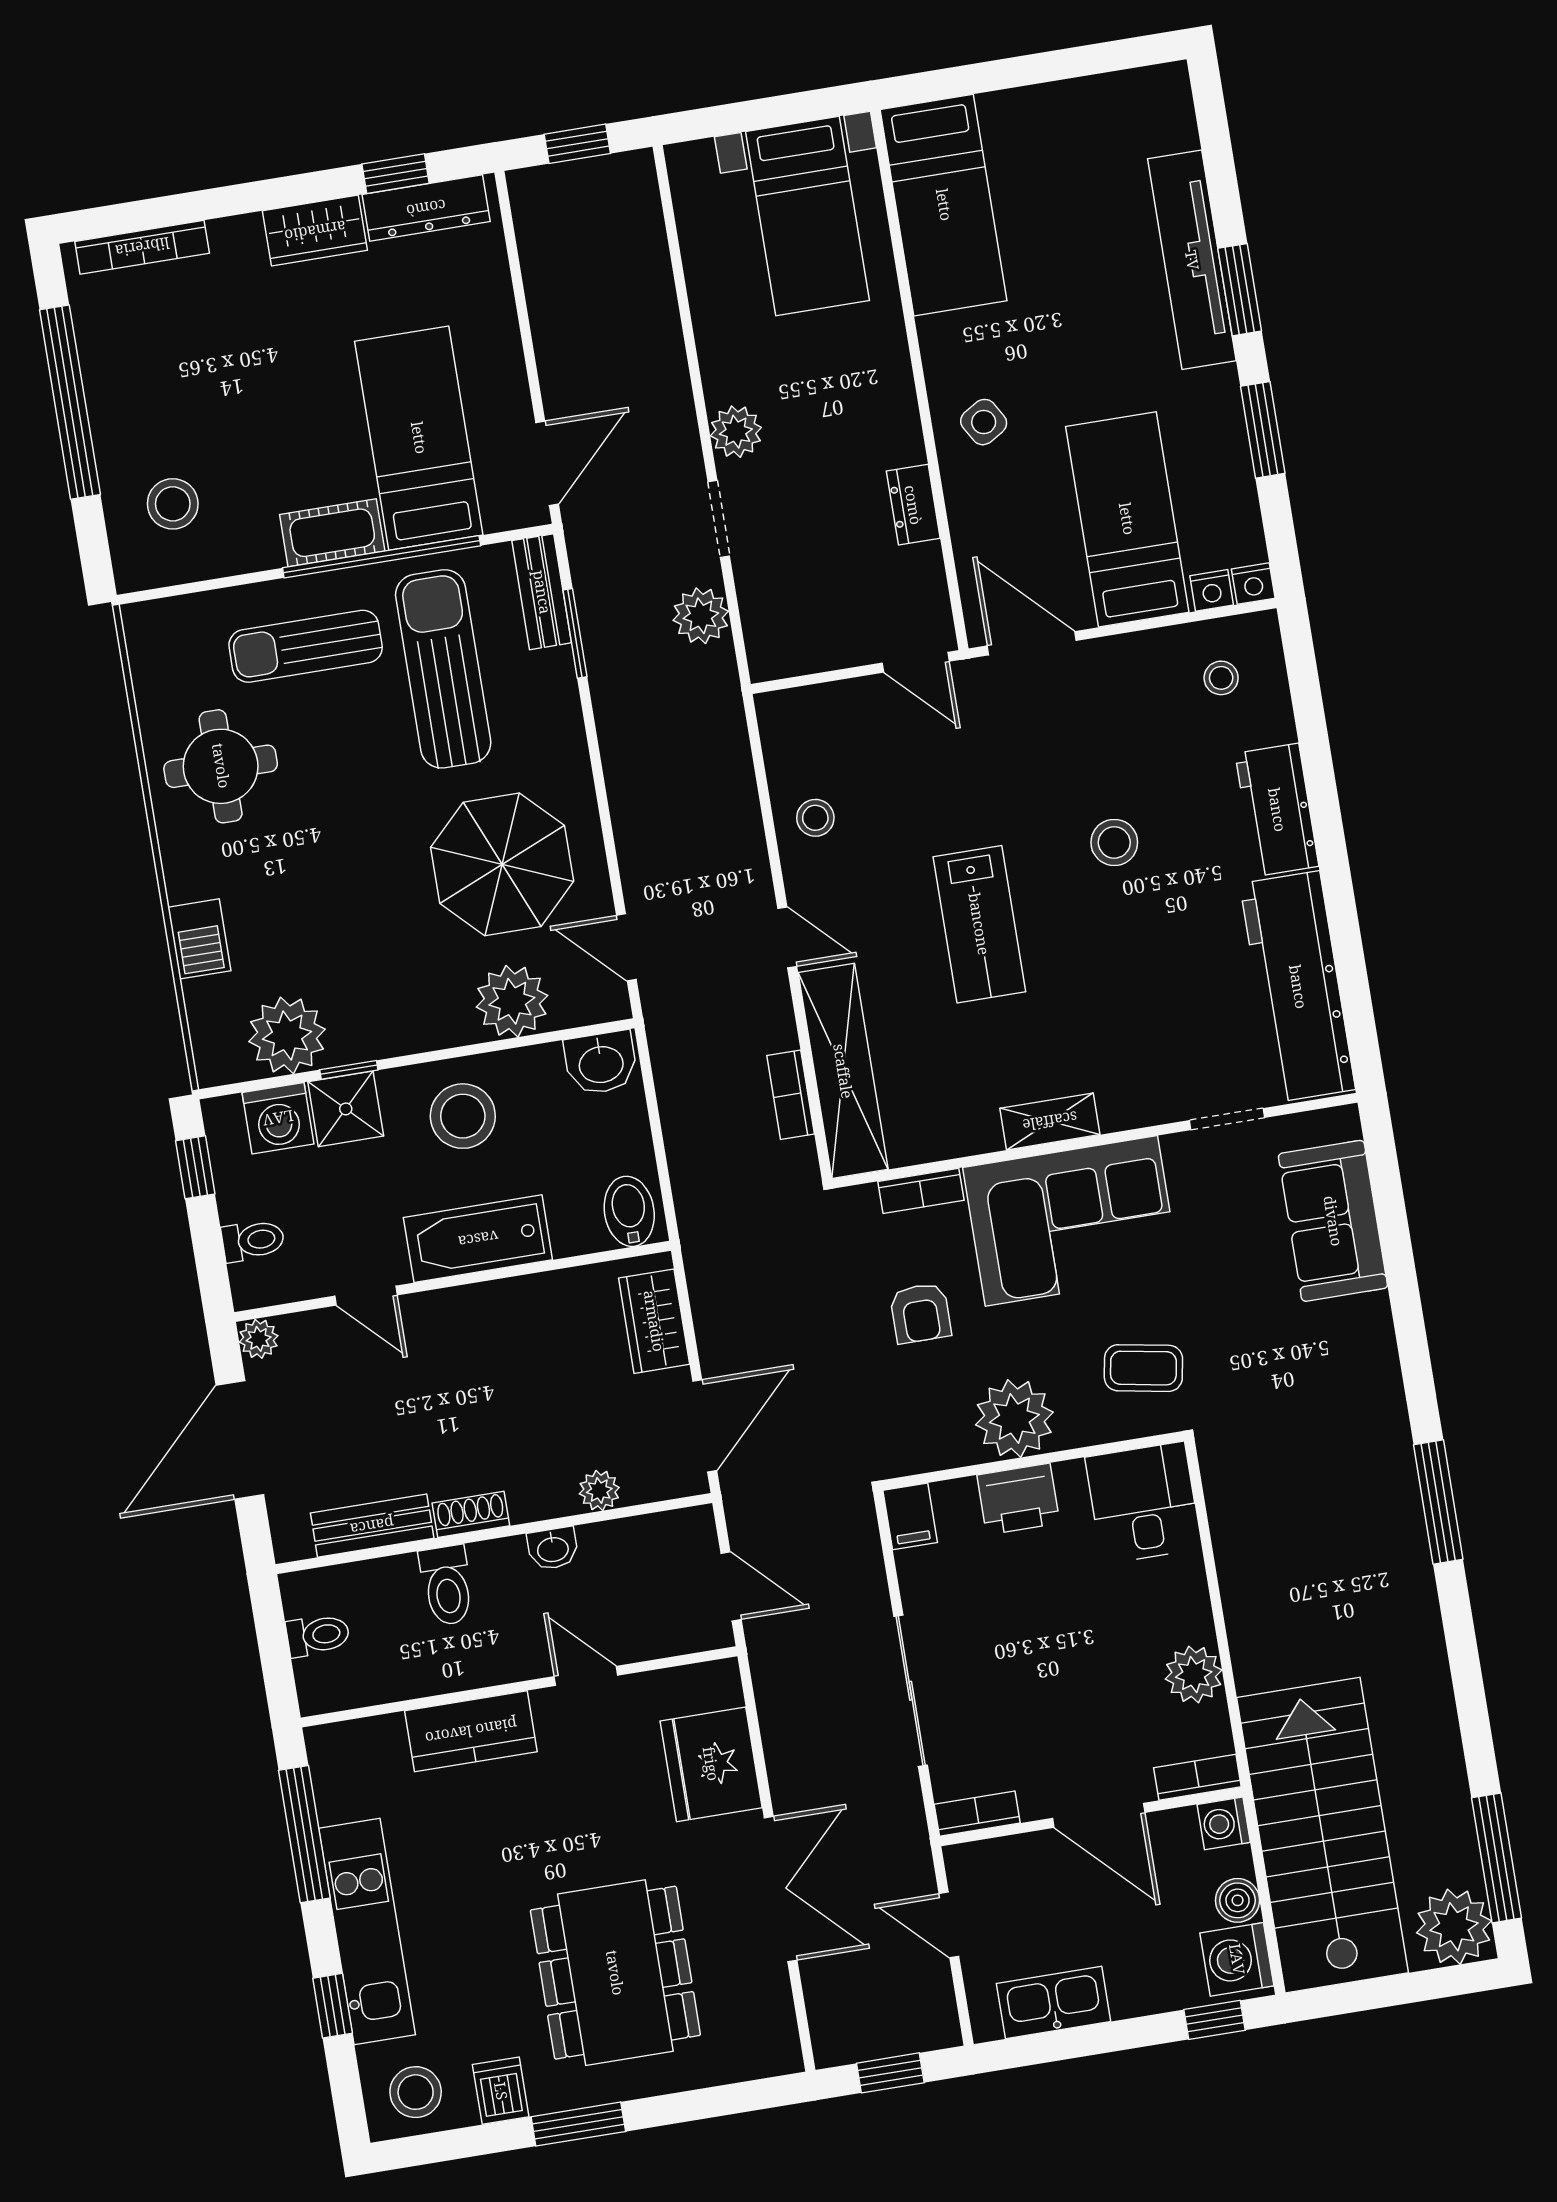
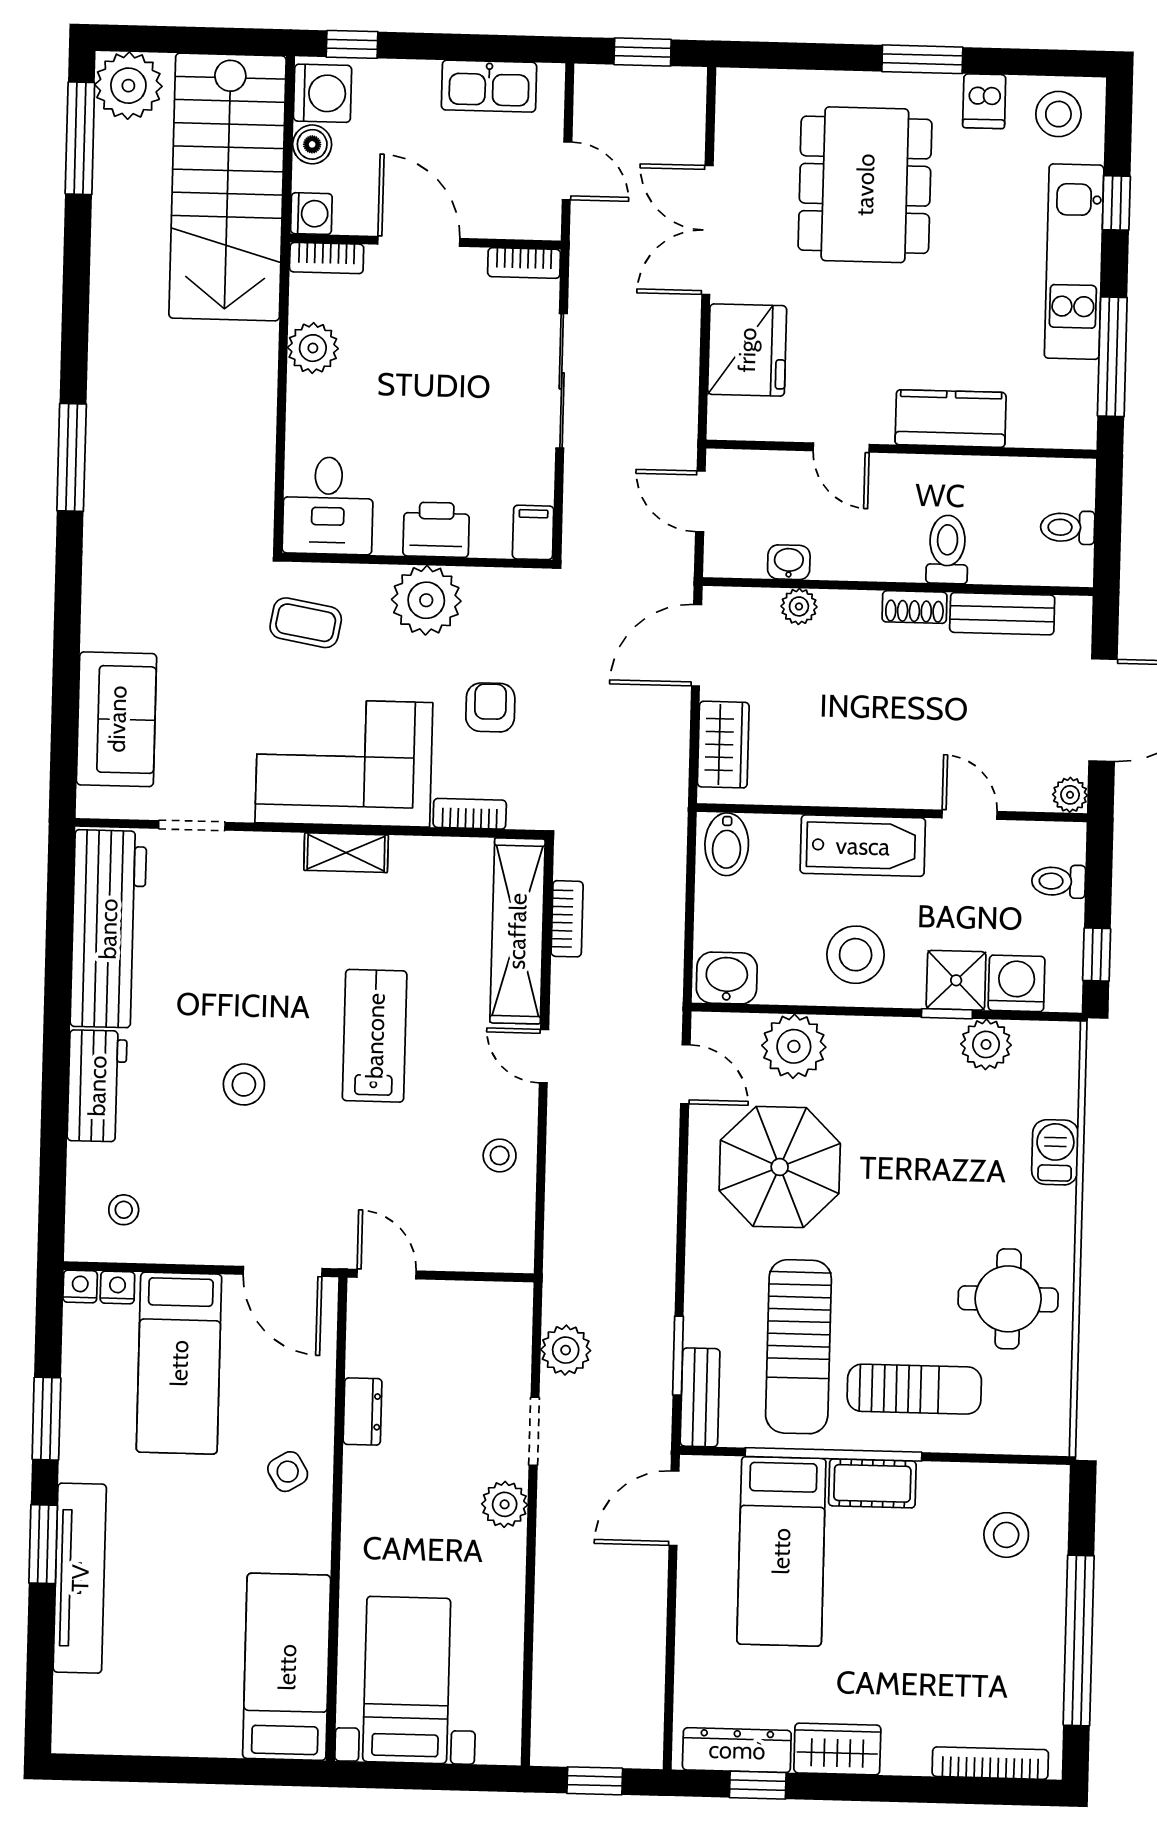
plant: (287, 1035) -> (986, 1044), width x0.73, depth x0.73
washbasin: (553, 1549) -> (789, 562), moved

